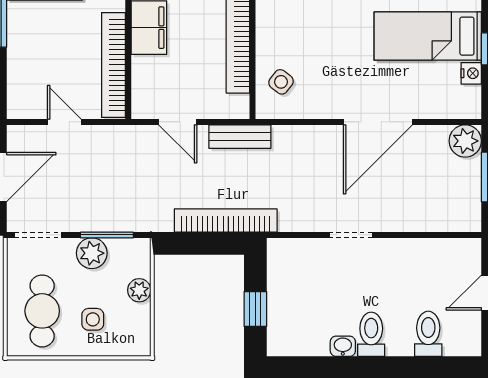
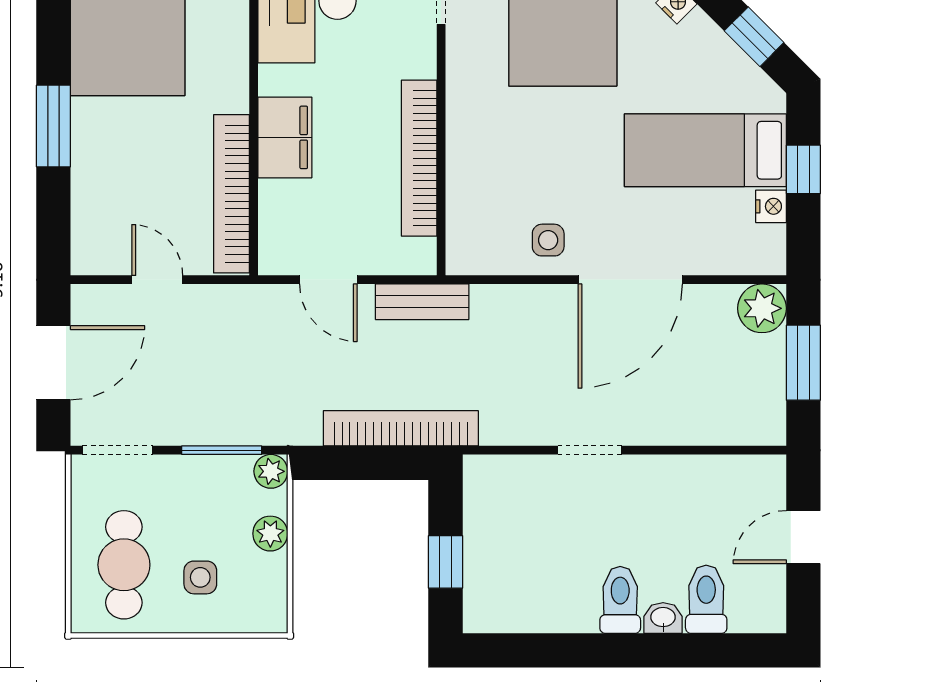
side table: (281, 82) -> (548, 240), moved, turned -38
plant: (92, 253) -> (271, 471), moved, width x0.73, depth x0.73
washbasin: (343, 346) -> (663, 618), moved

